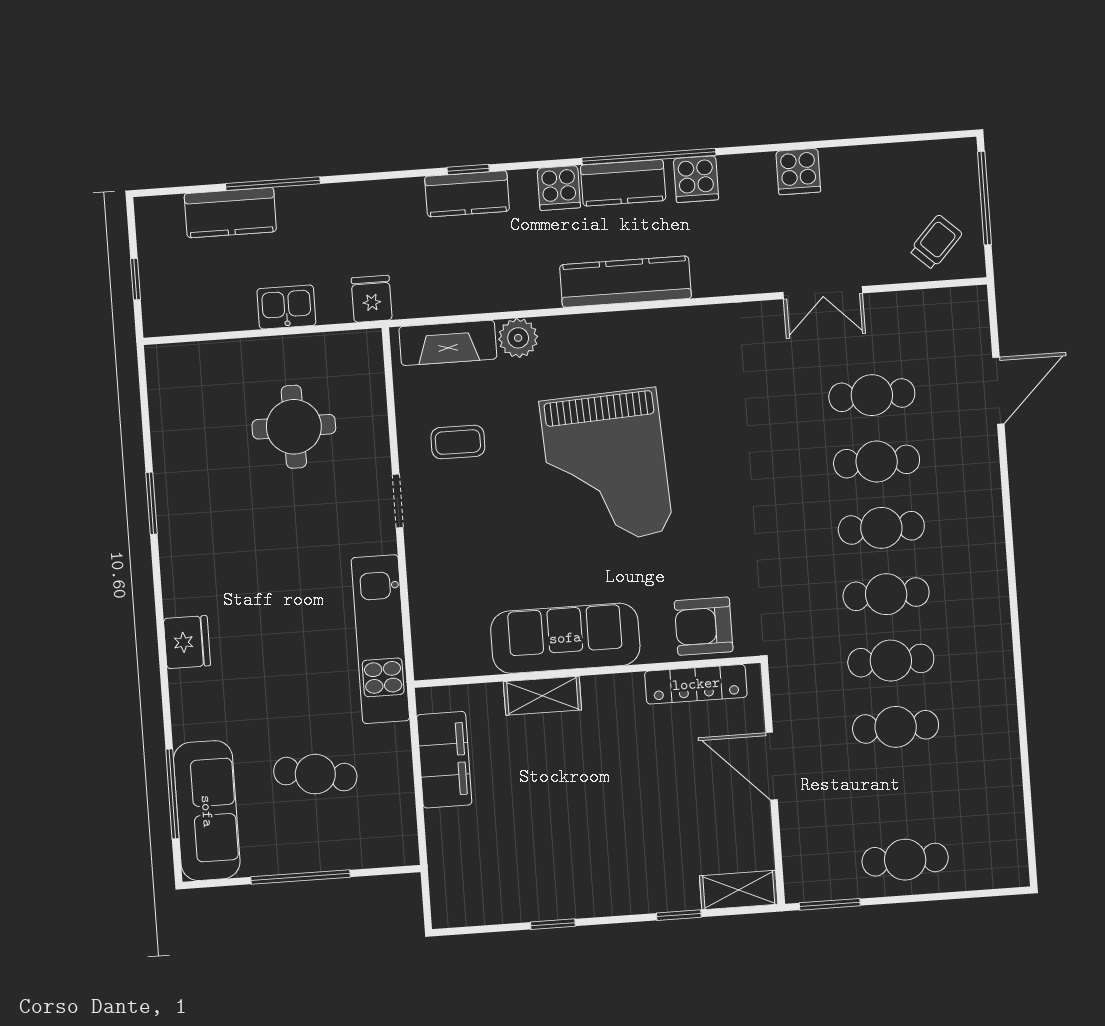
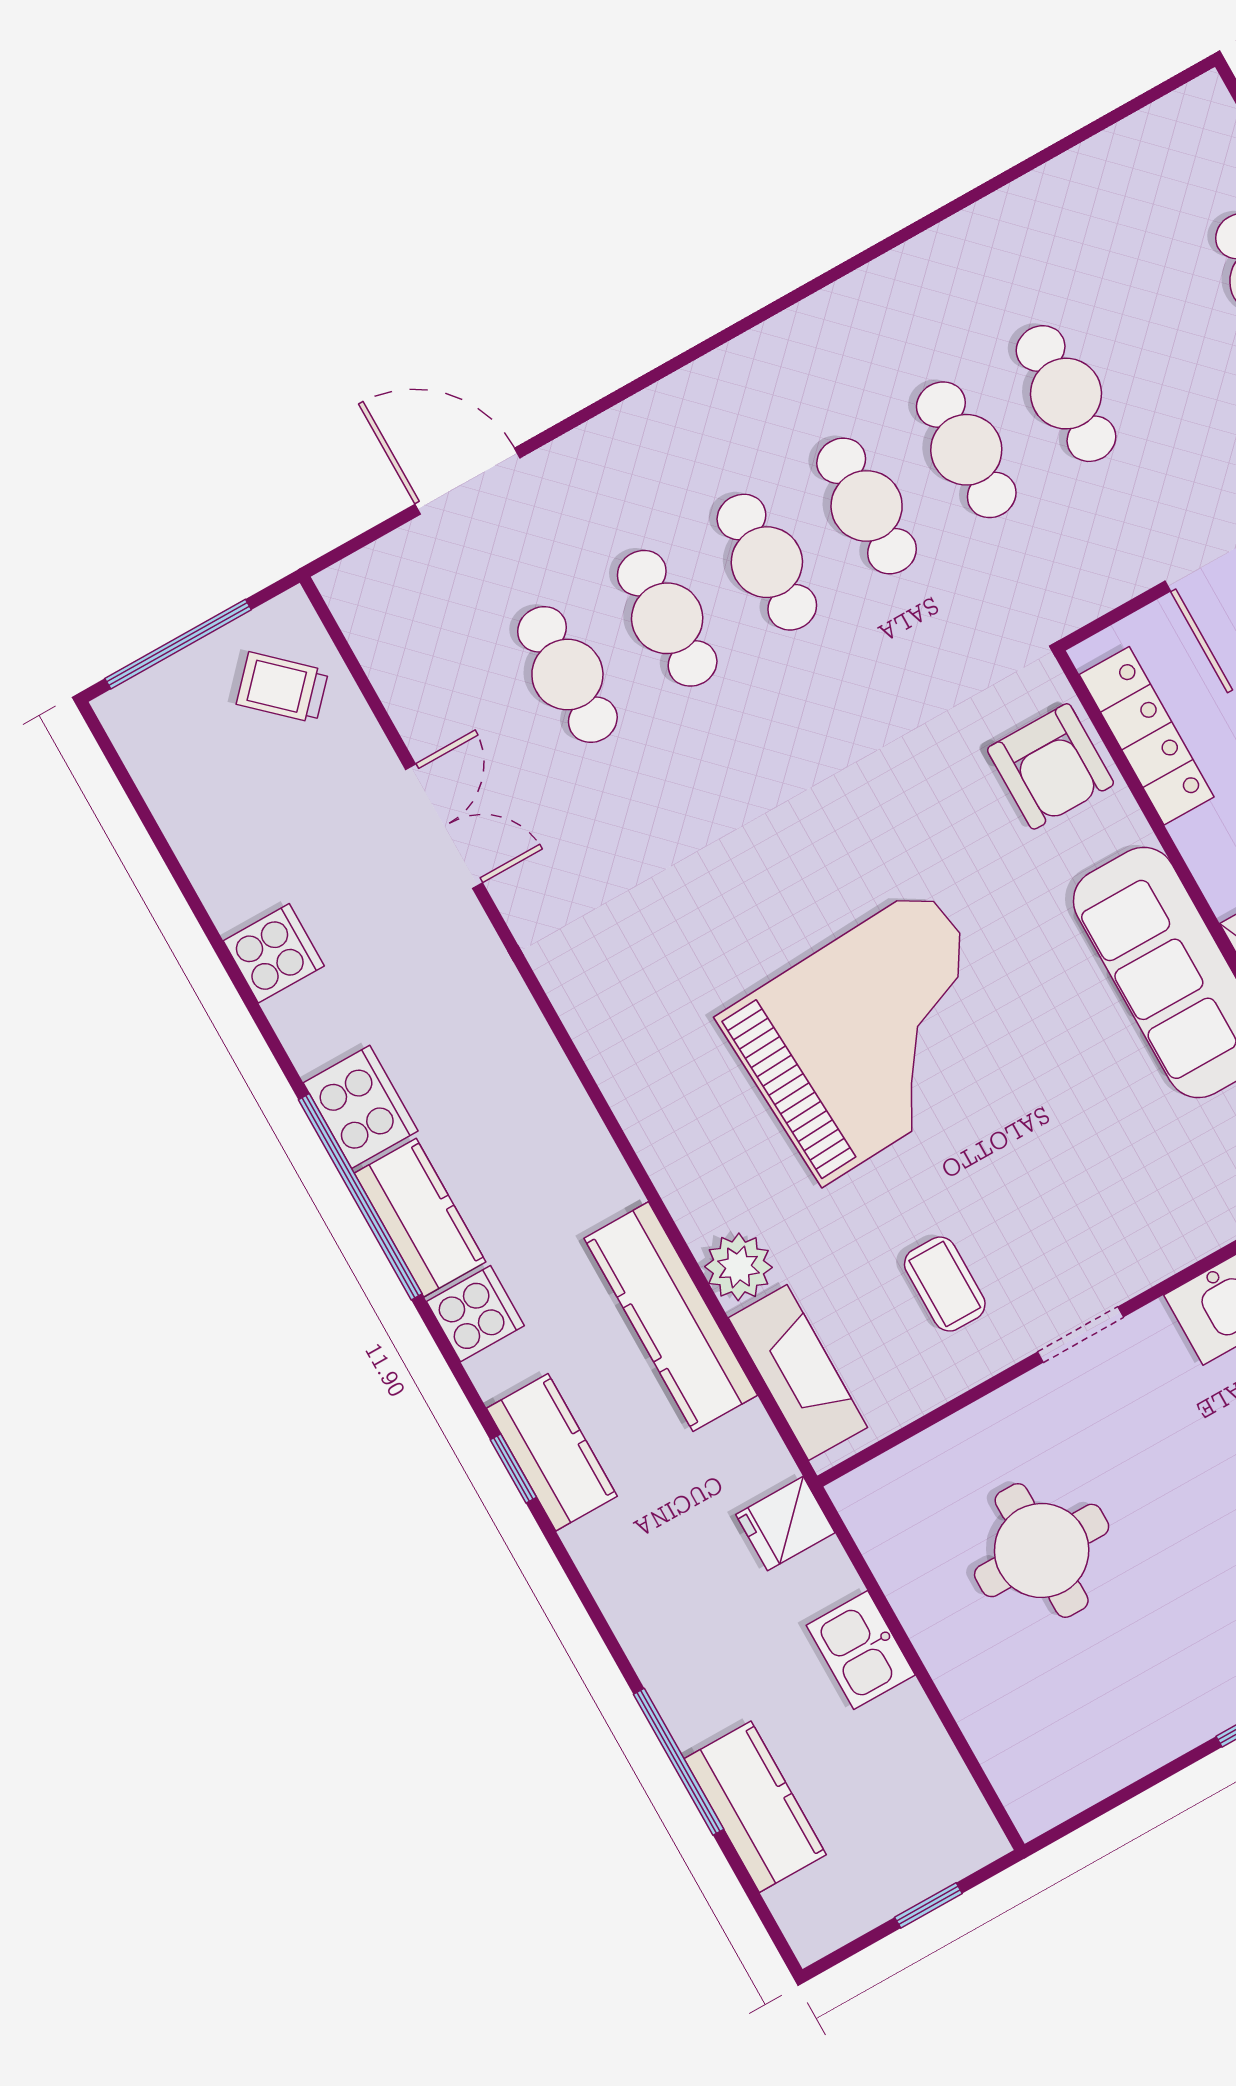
cooker: (696, 179) -> (361, 1107), width x1.36
kitchen counter: (625, 282) -> (671, 1317), moved

